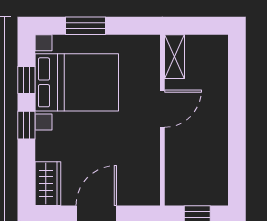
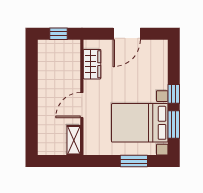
window: (26, 80) -> (174, 124), width x1.50
wardrobe: (48, 184) -> (92, 64), moved, turned 180

